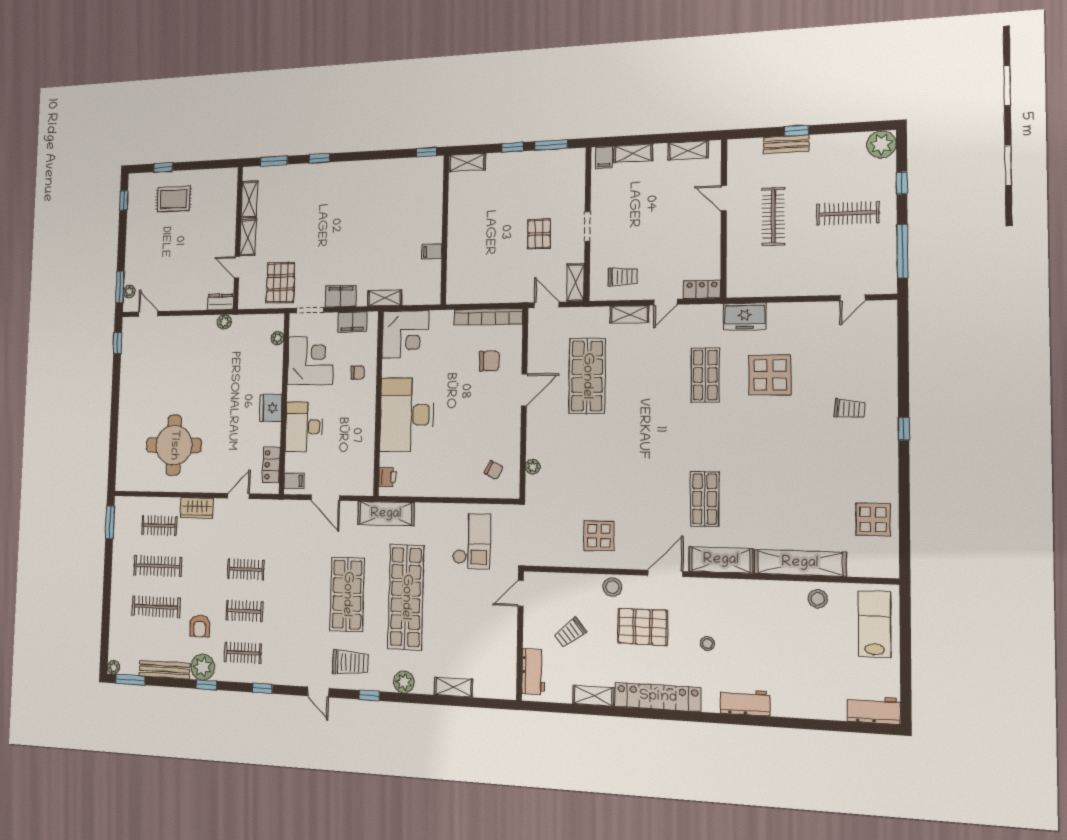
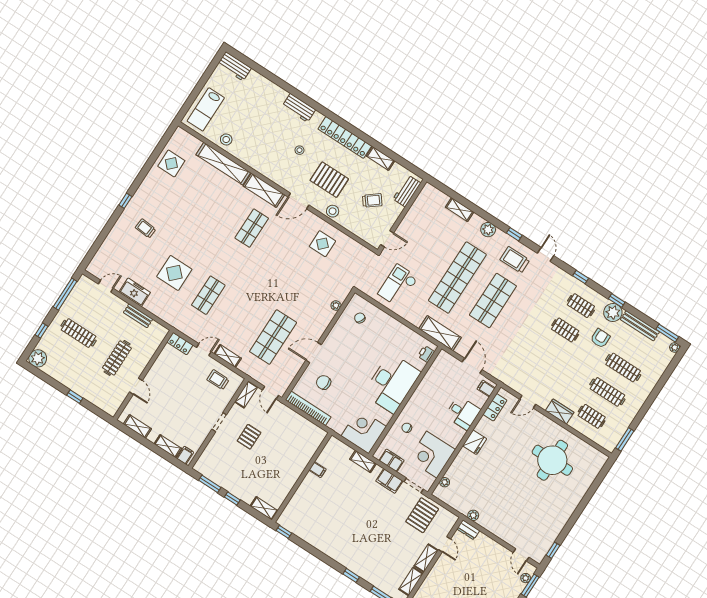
bench: (786, 144) -> (138, 316), moved
freezer: (745, 317) -> (135, 292), moved
desk: (304, 427) -> (463, 413), width x0.73
clothes rail: (246, 569) -> (549, 354), removed

